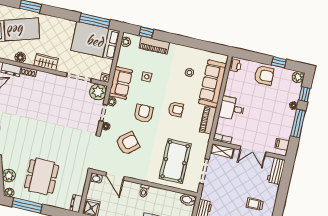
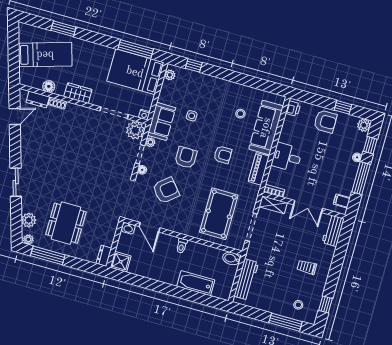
piano: (154, 45) -> (202, 81), removed

